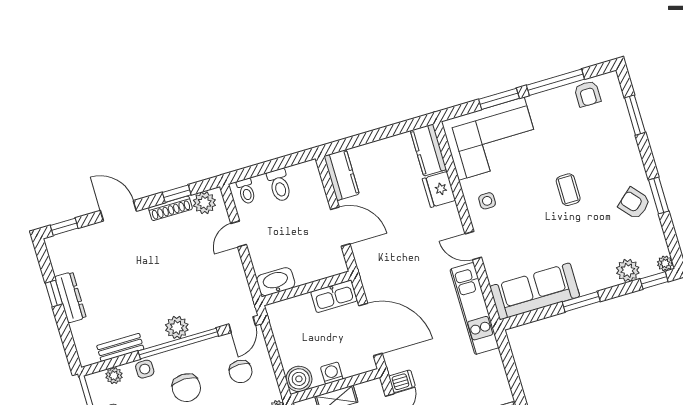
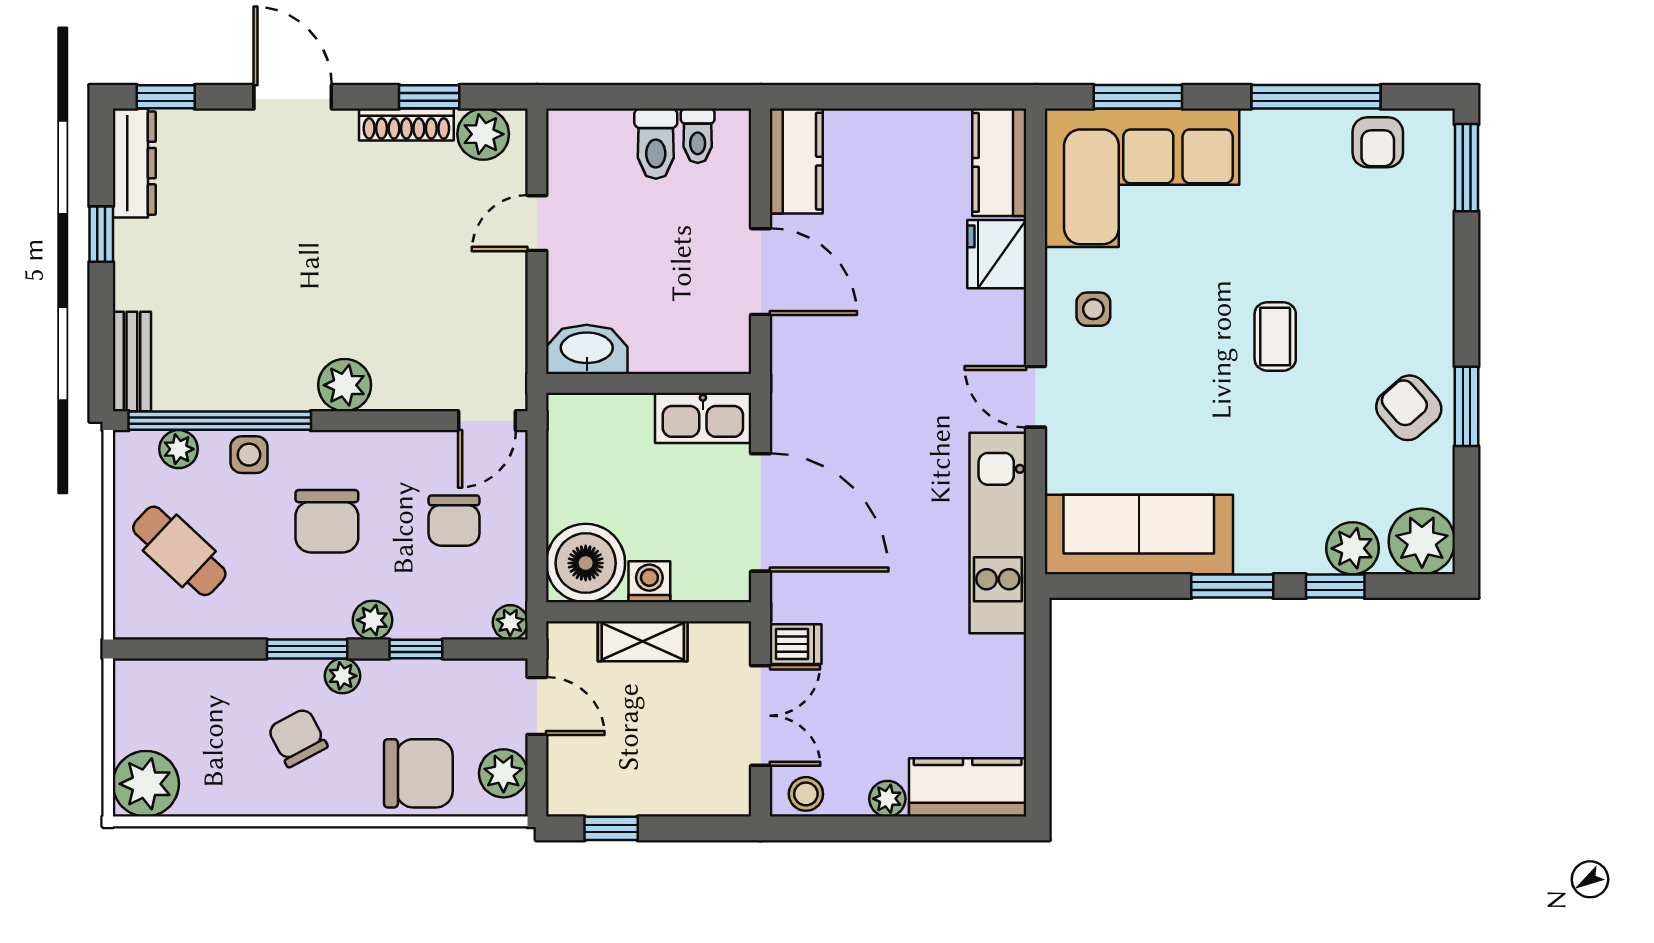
window: (499, 99) -> (1138, 97), moved
window: (635, 115) -> (1466, 168), moved
toilet: (246, 191) -> (698, 136), moved
plant: (665, 263) -> (1422, 541), width x1.87, depth x1.87
window: (654, 280) -> (1335, 586), moved
dresser: (70, 297) -> (134, 163), moved
window: (178, 343) -> (220, 421), moved
bench: (120, 347) -> (132, 361), moved, turned 90
boiler: (299, 379) -> (586, 563), width x1.37, depth x1.37

